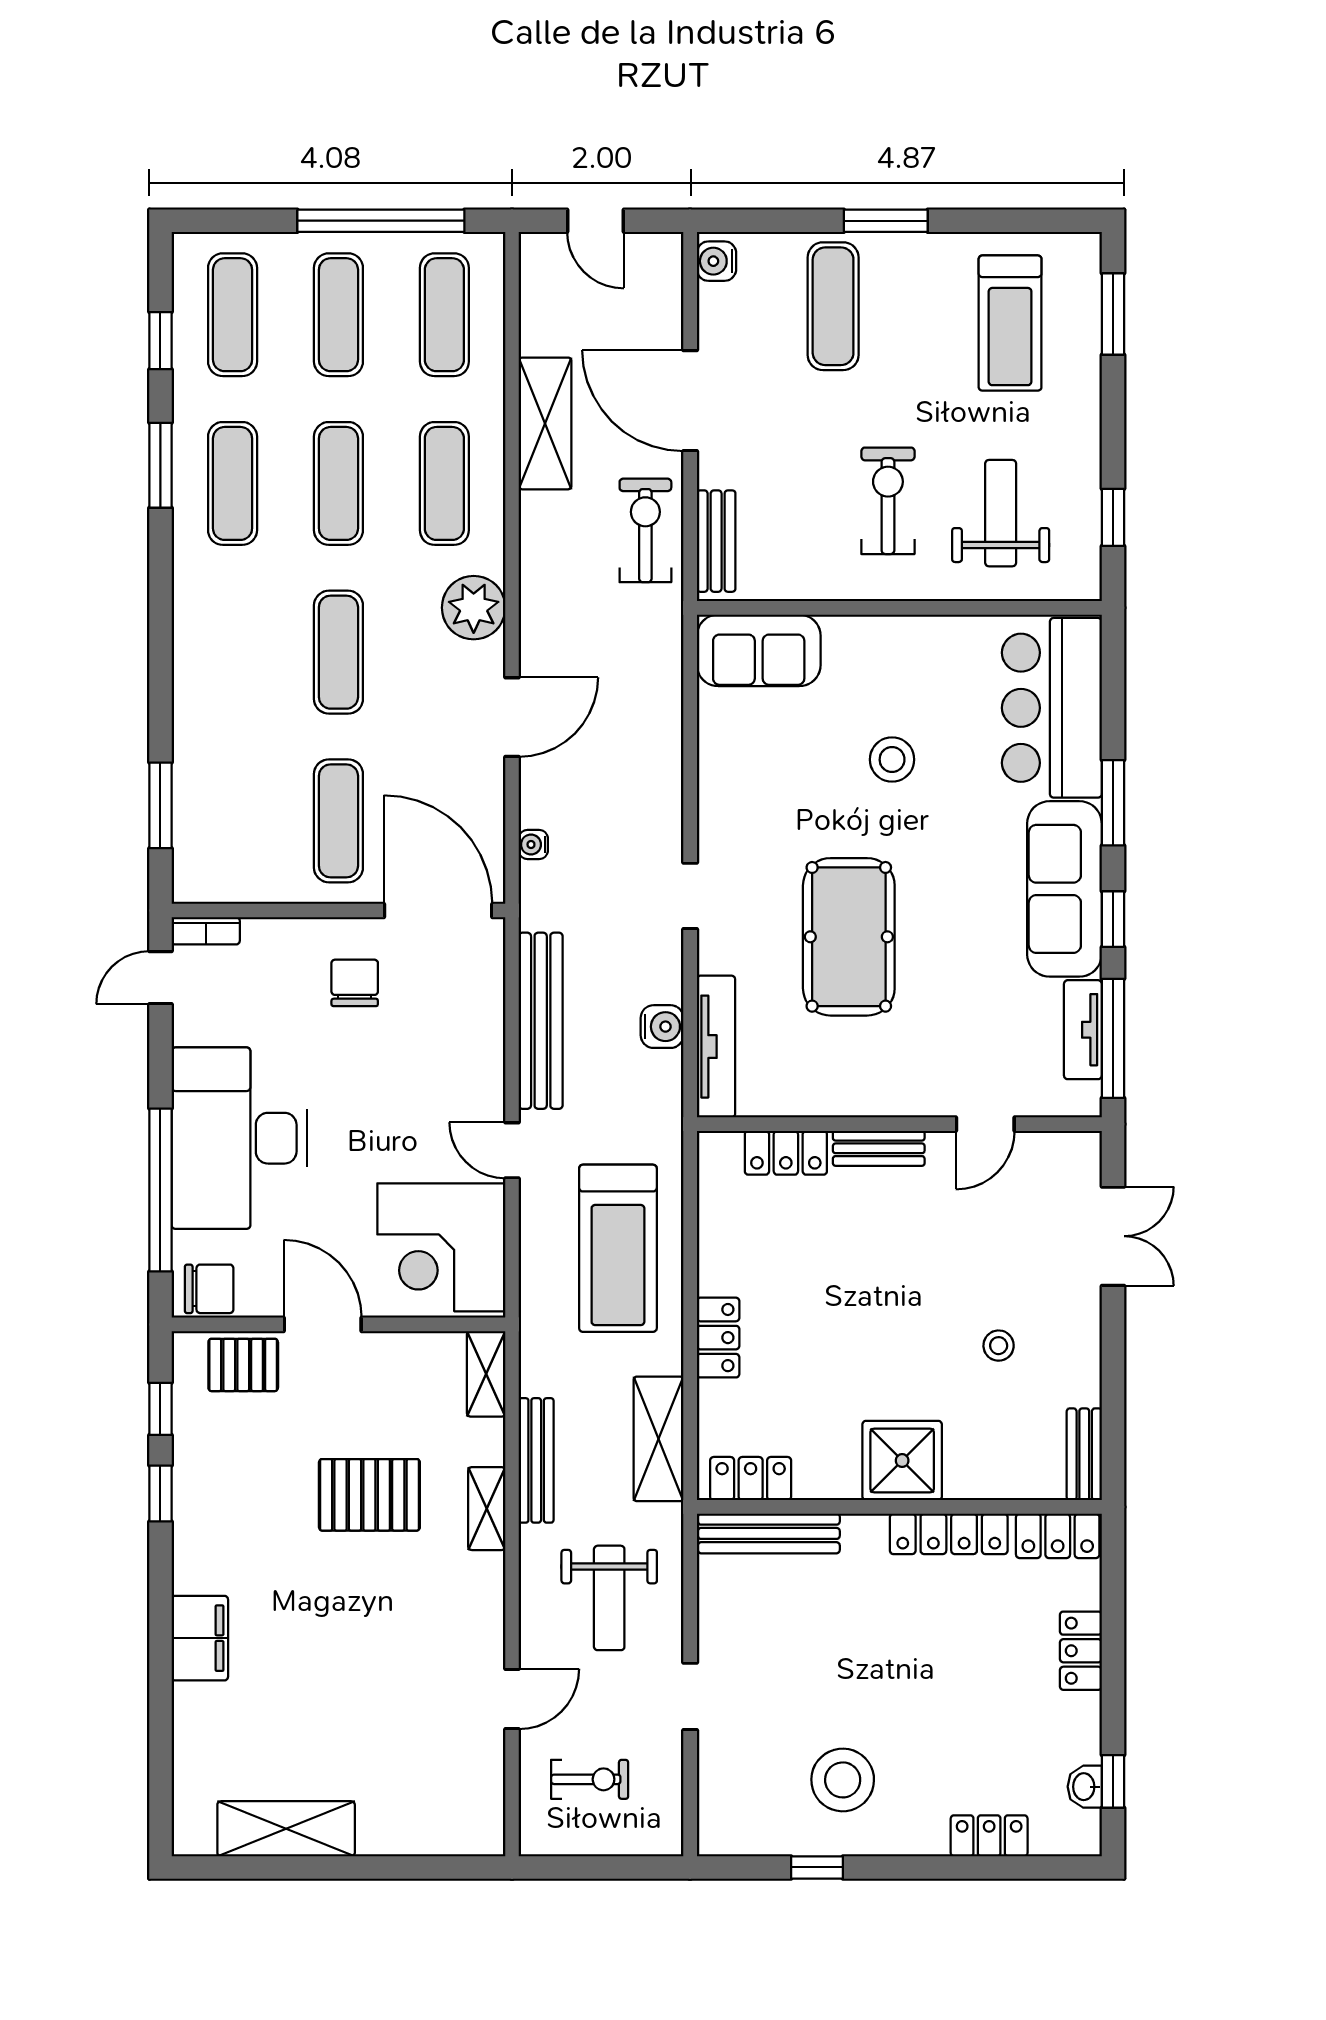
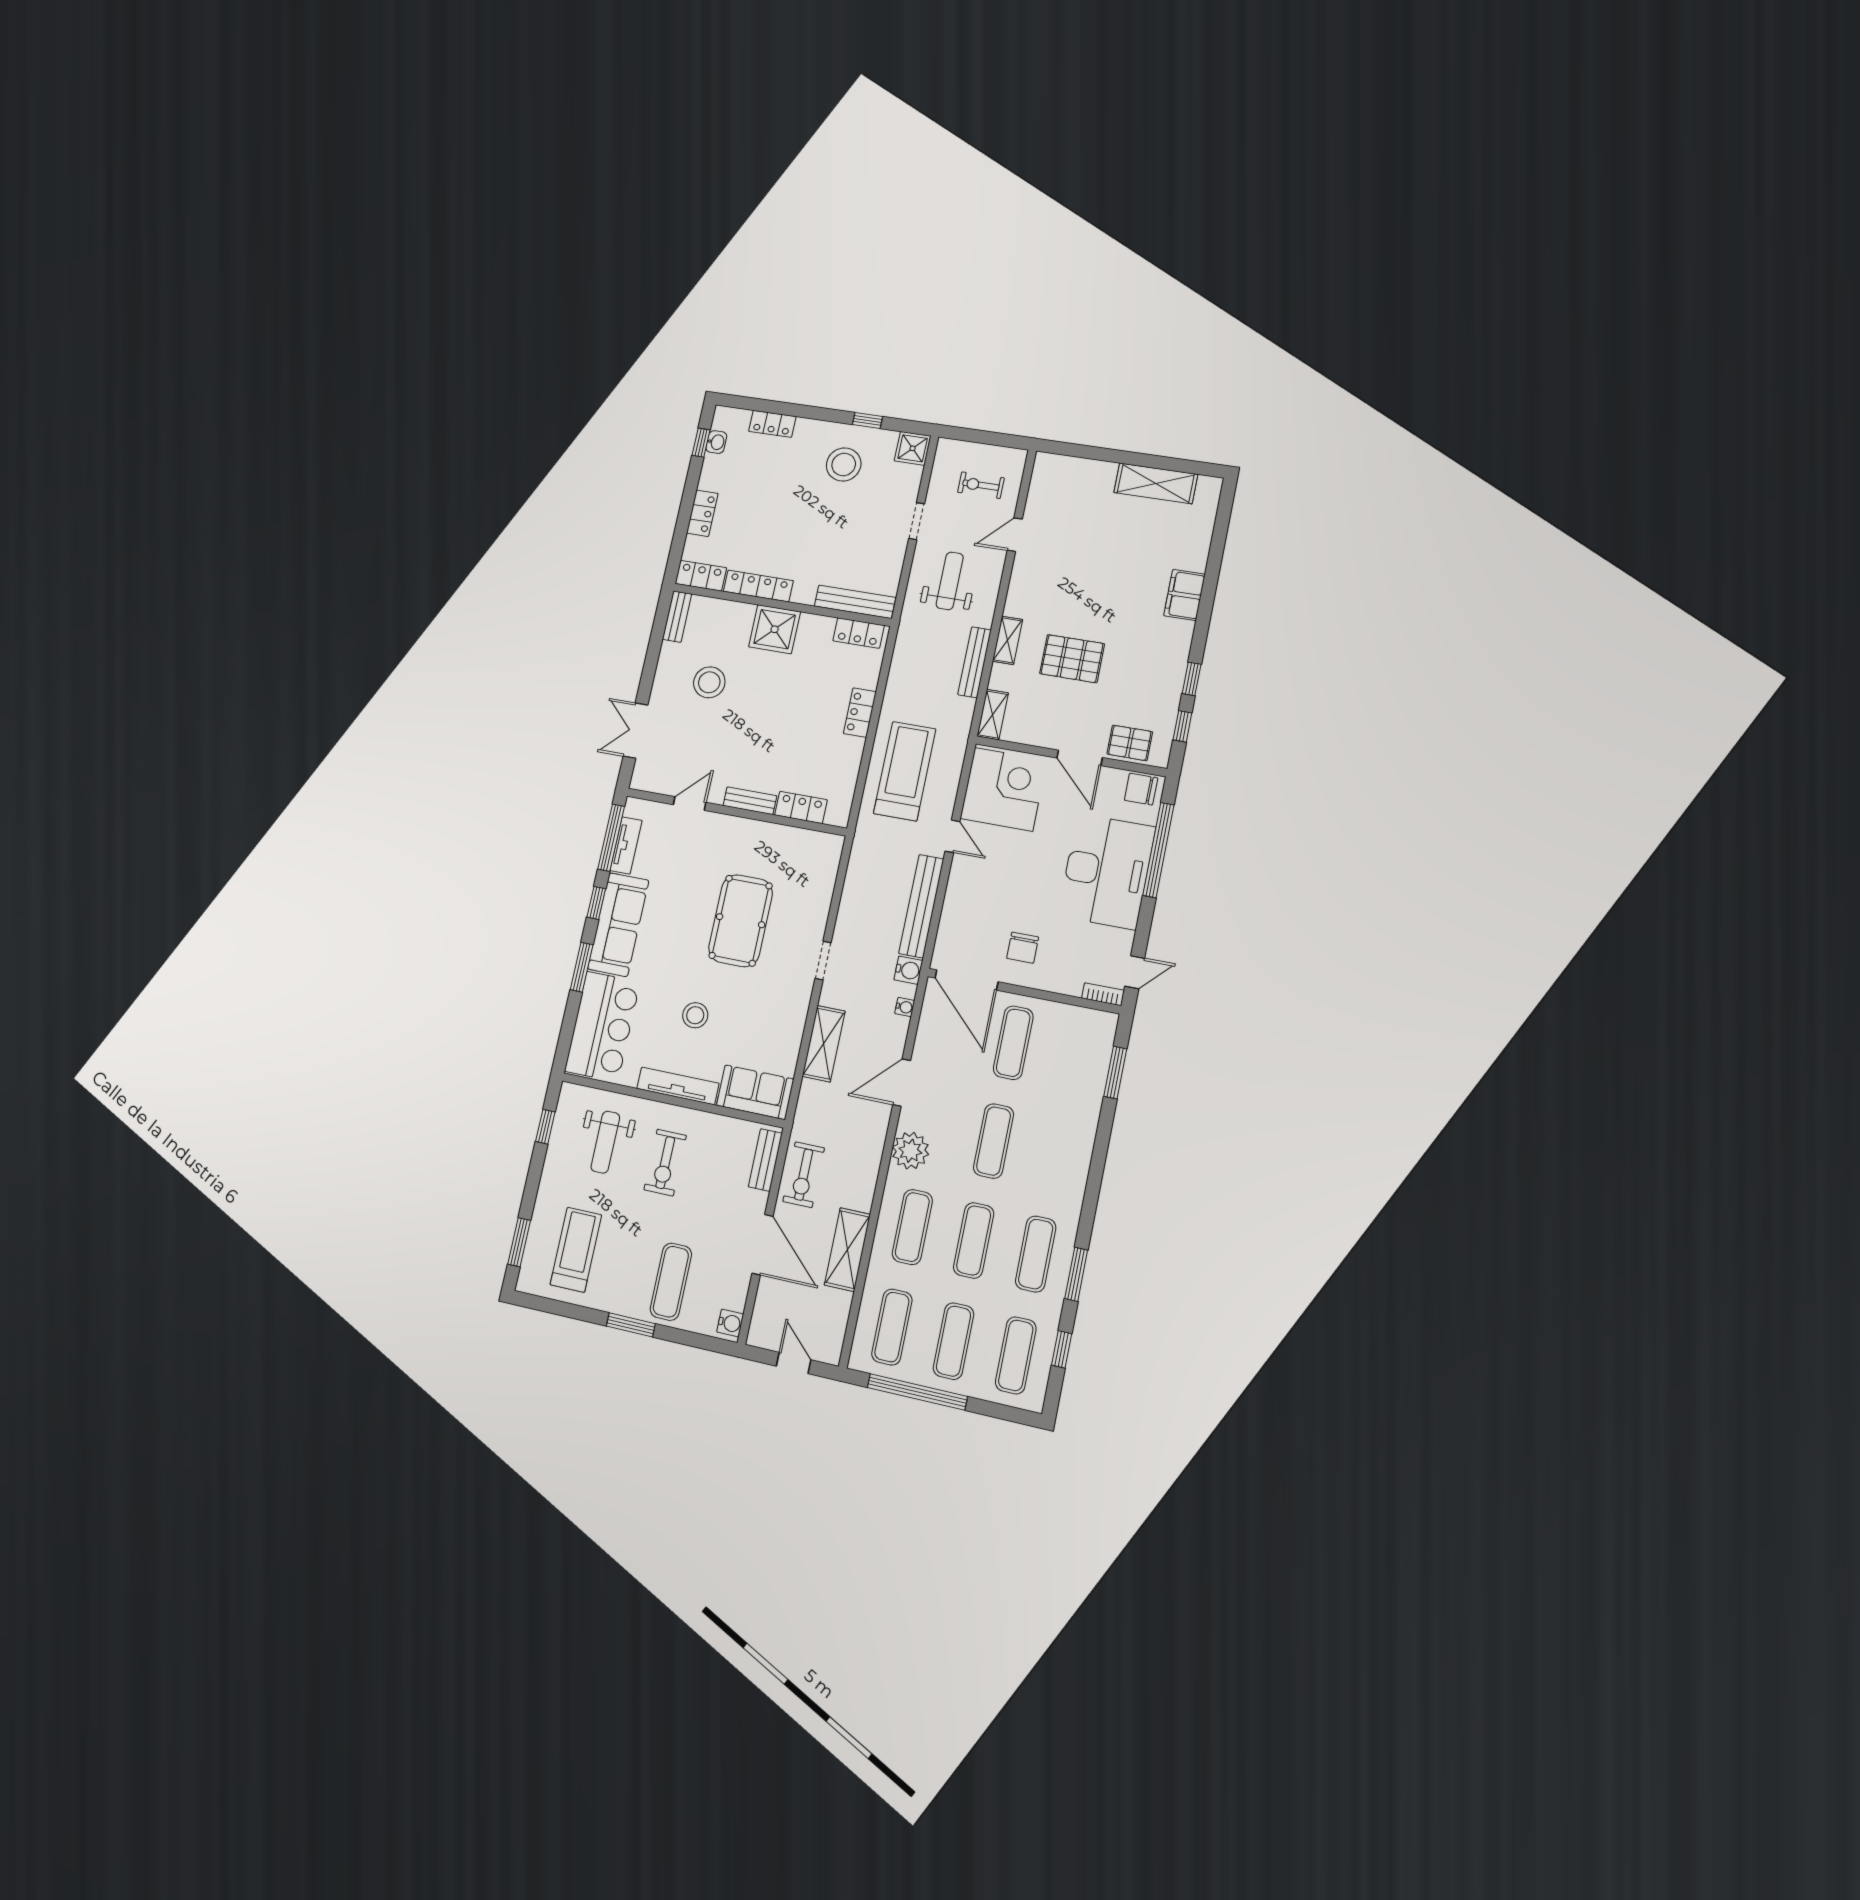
water cooler: (662, 1027) -> (908, 970), moved, turned 180
tv unit: (716, 1047) -> (678, 1086), moved, turned 90
stool: (999, 1346) -> (709, 682), width x1.89, depth x1.89
shelving: (658, 1439) -> (824, 1044), moved
shower: (725, 1828) -> (913, 448), added

